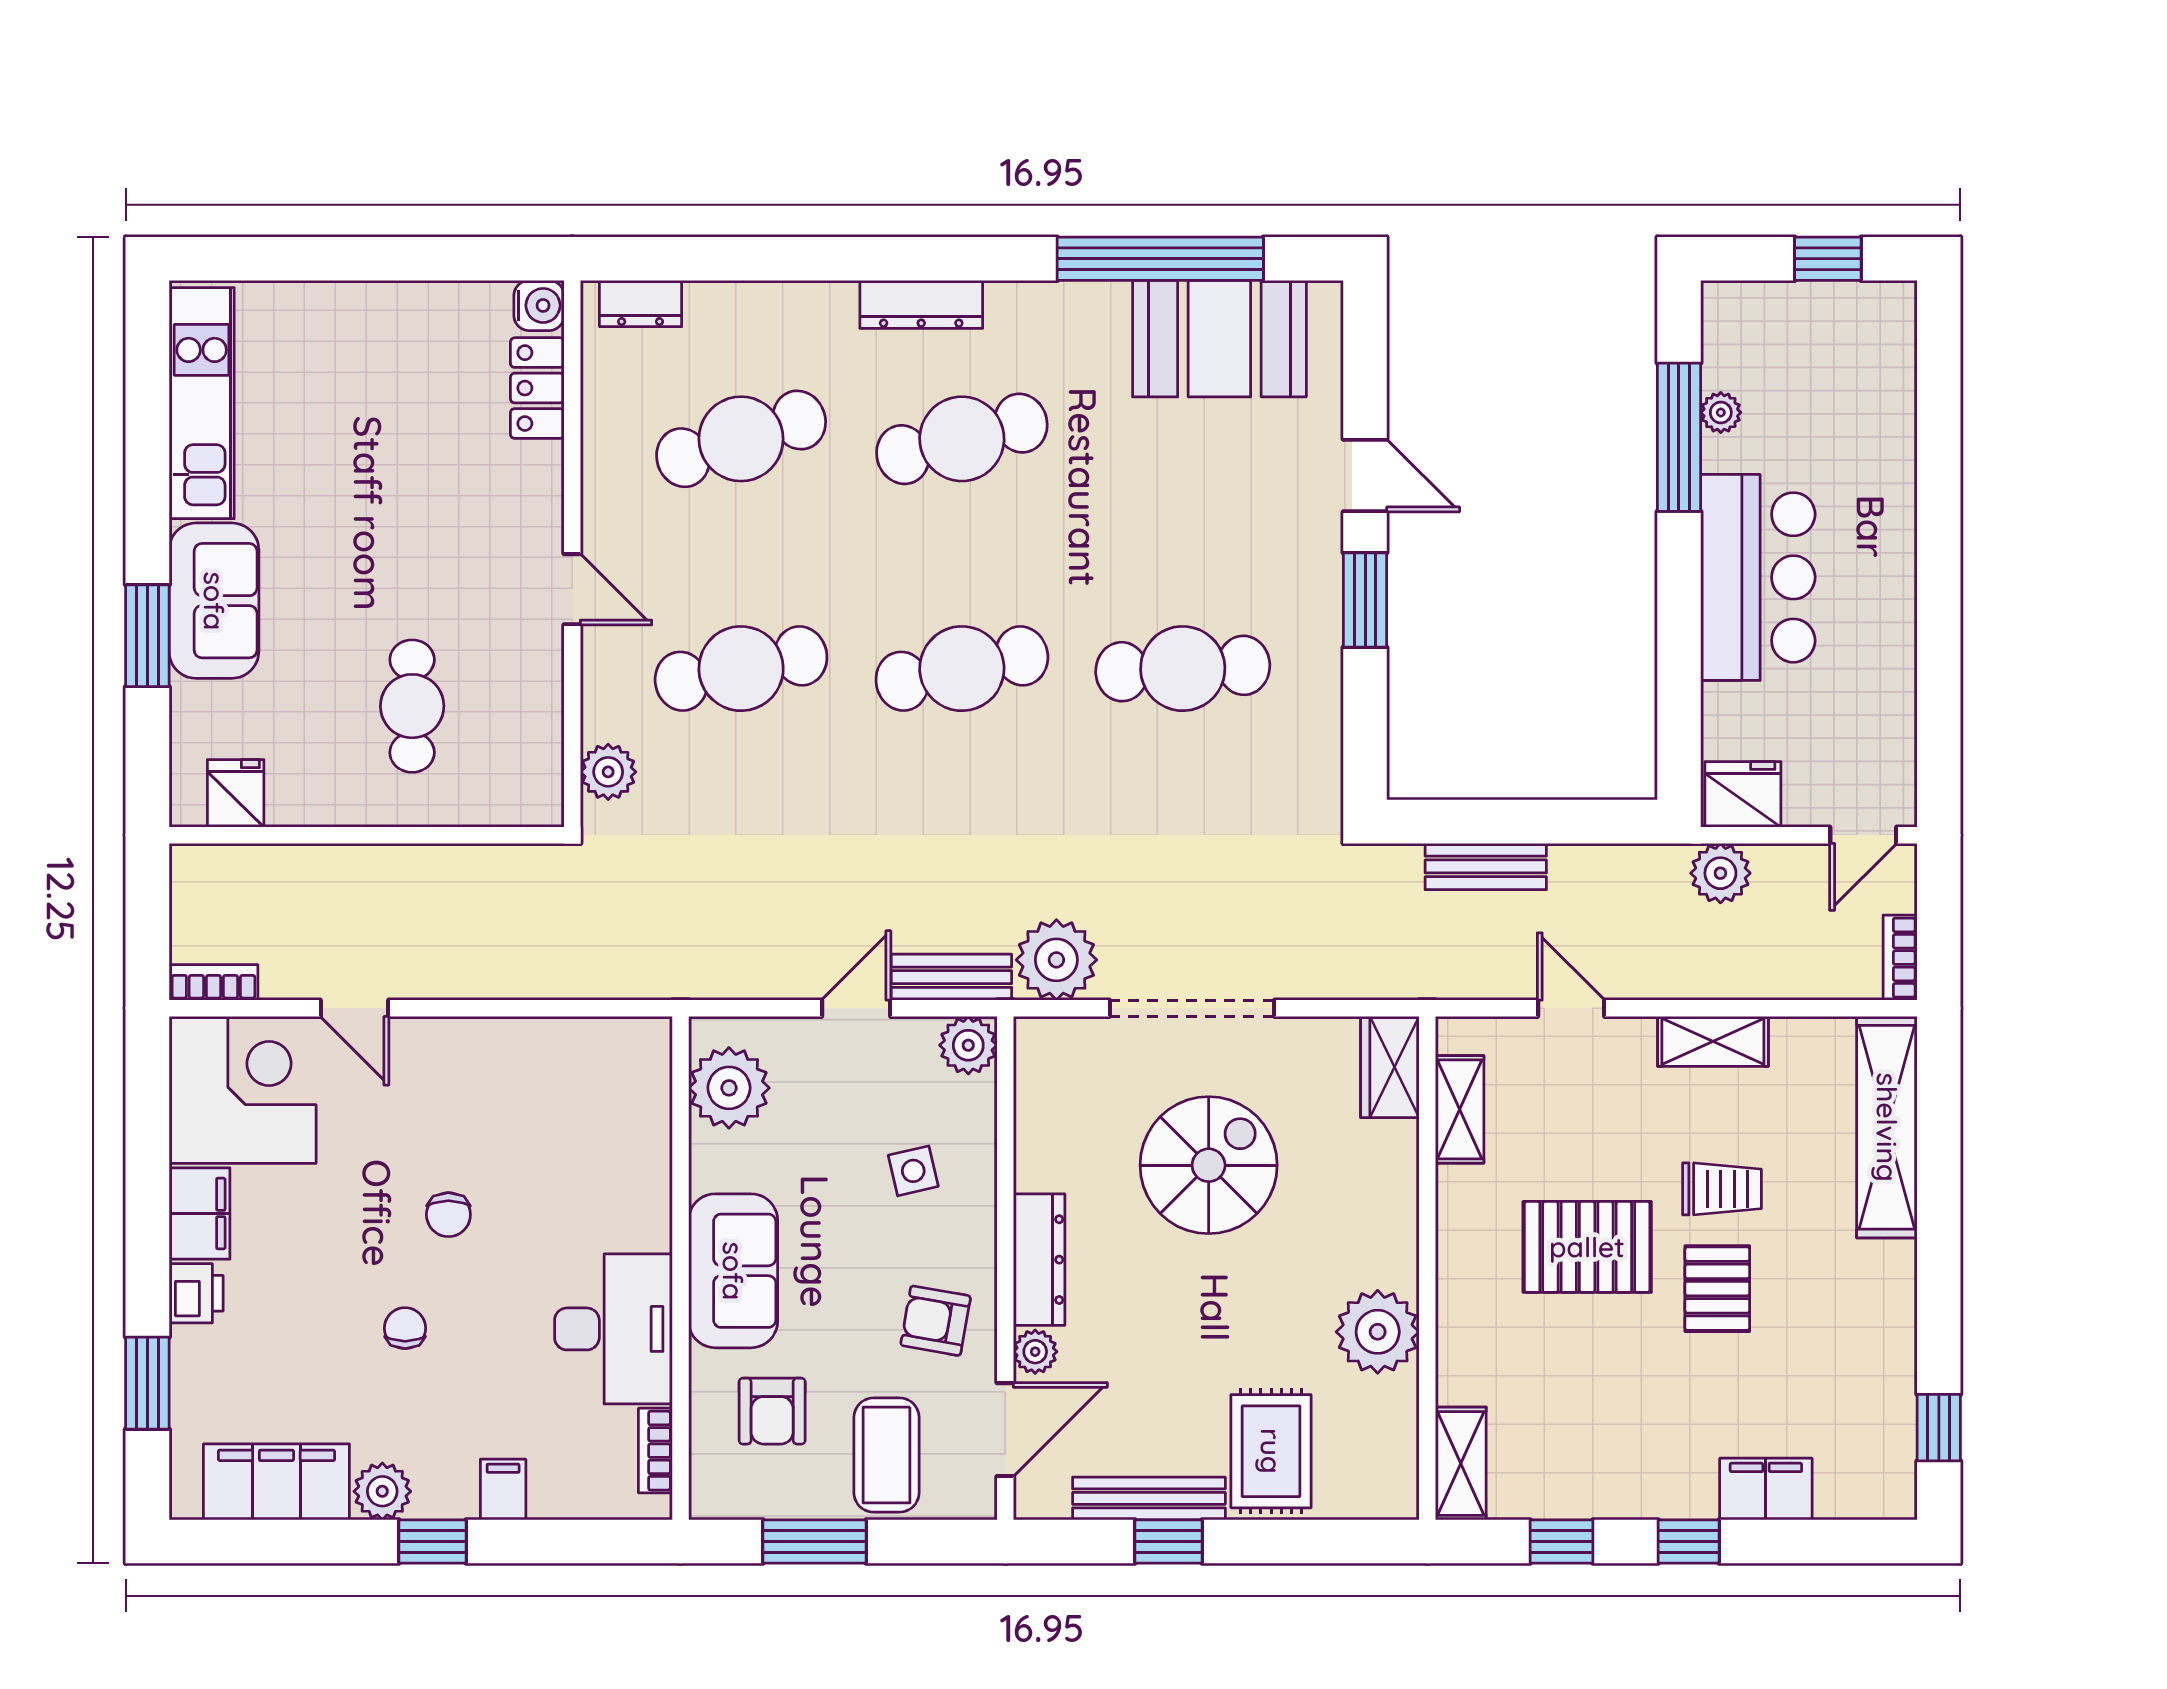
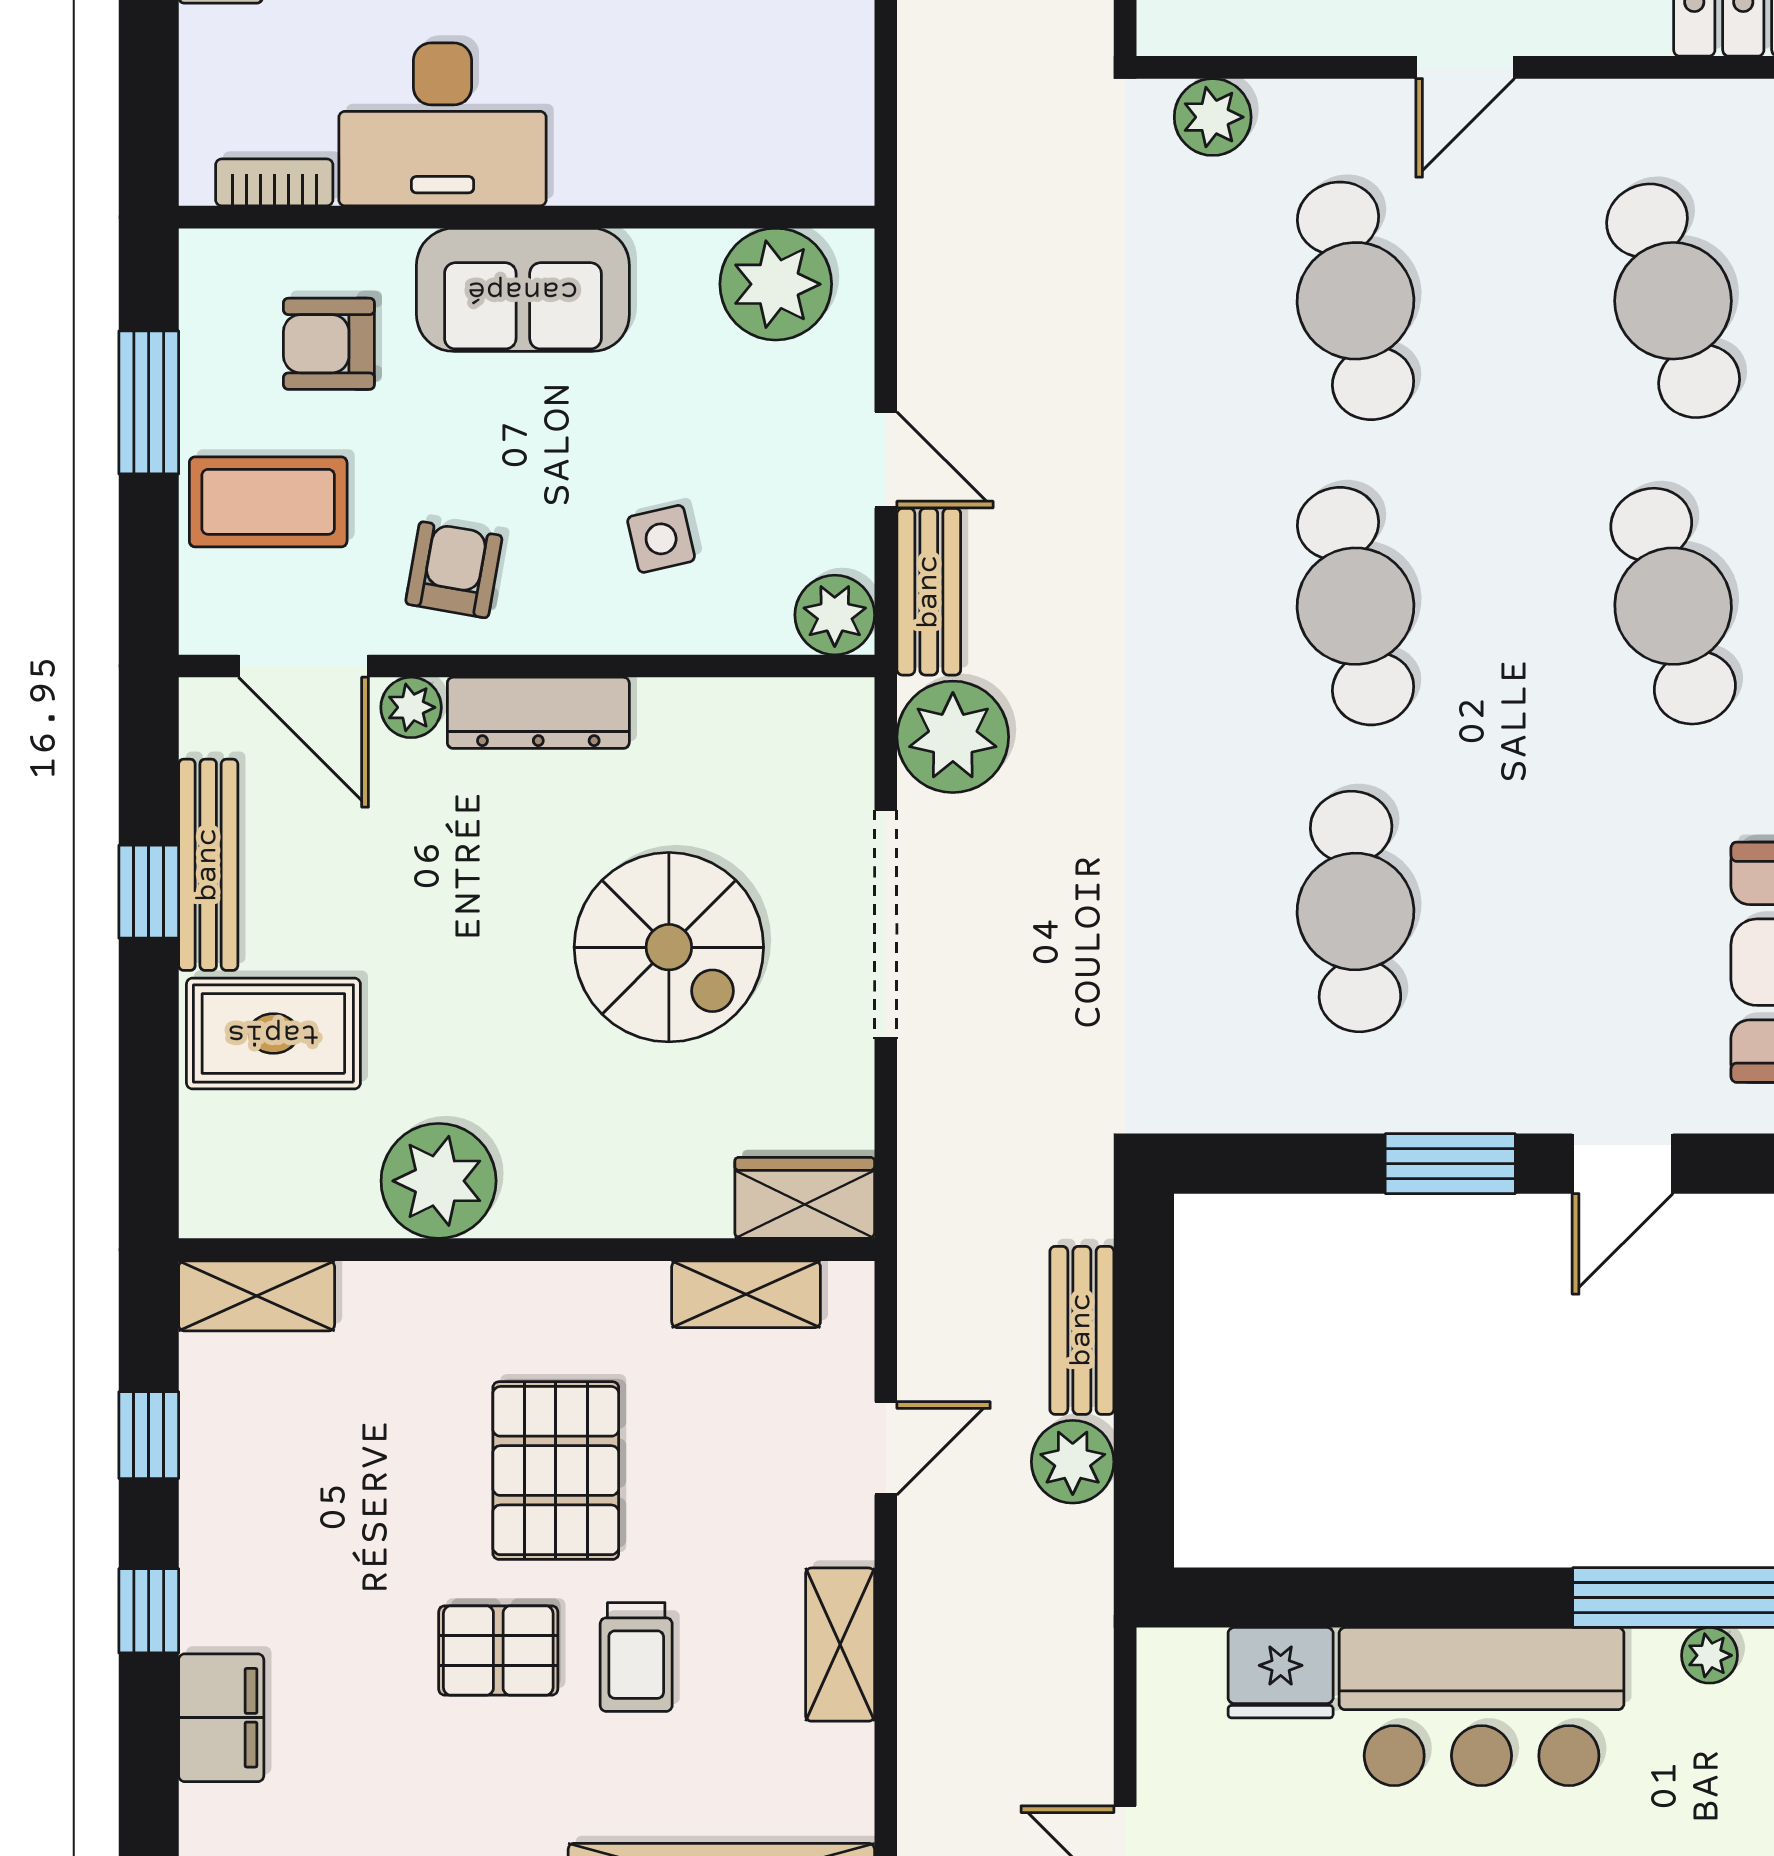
fridge: (1743, 794) -> (1281, 1673), moved, turned 90
plant: (1720, 873) -> (1073, 1462), moved

